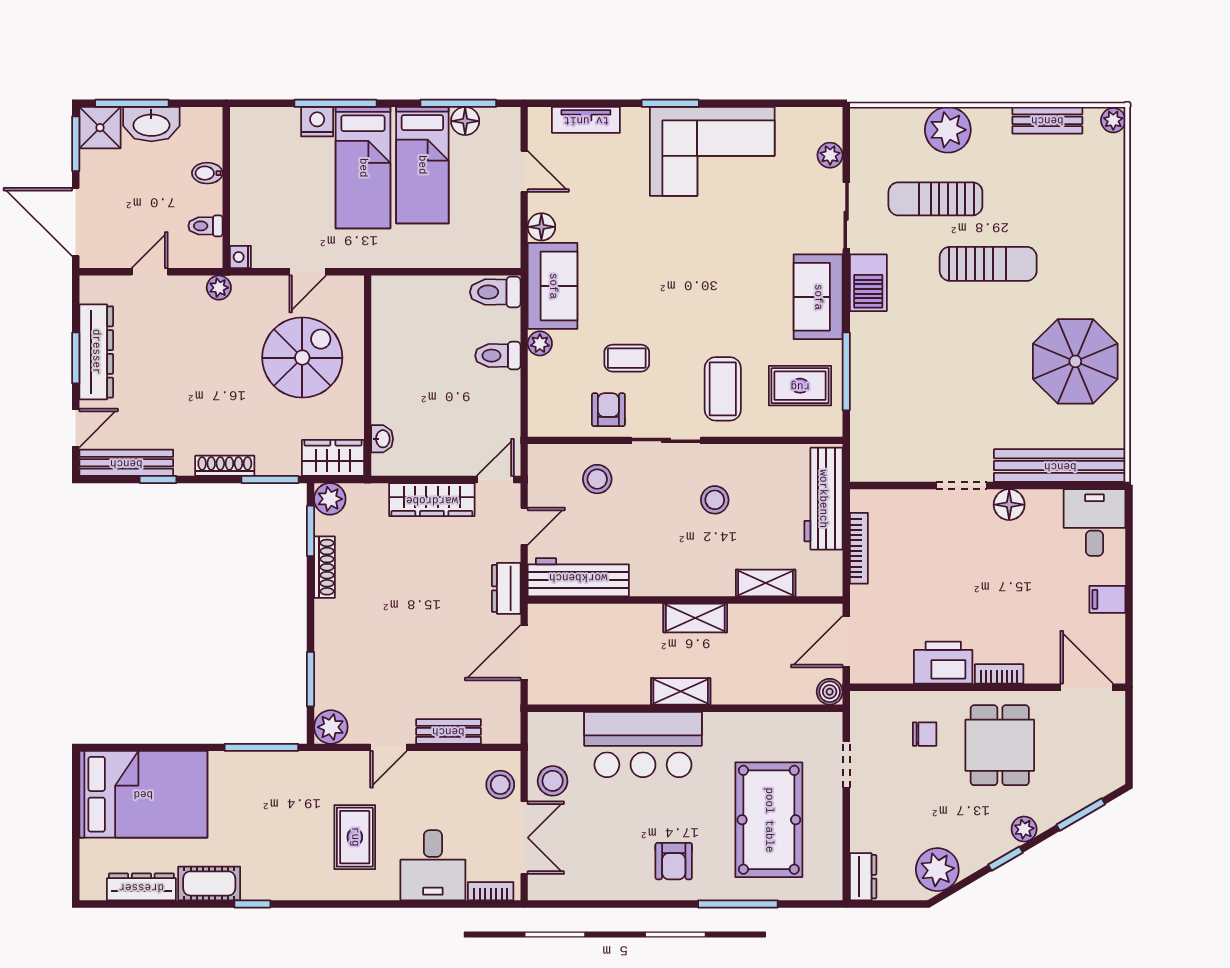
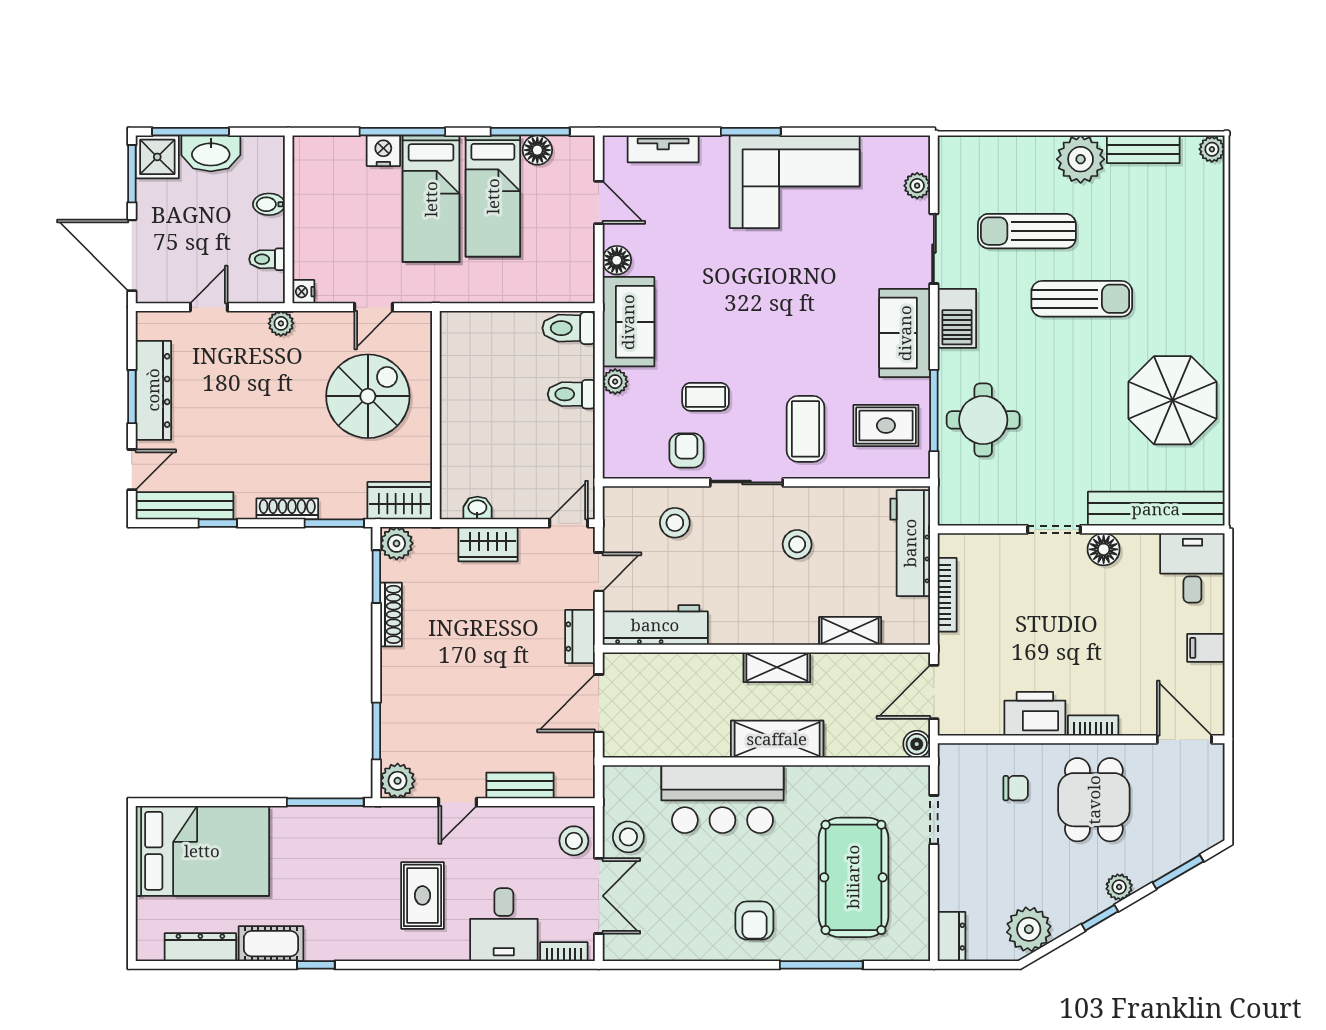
plant: (948, 130) -> (1081, 159), moved
round table: (893, 380) -> (983, 420), added
washbasin: (382, 439) -> (477, 508), moved, turned -90
wardrobe: (432, 500) -> (488, 544), width x0.67
shelving: (681, 691) -> (777, 739), width x1.50, depth x1.33

